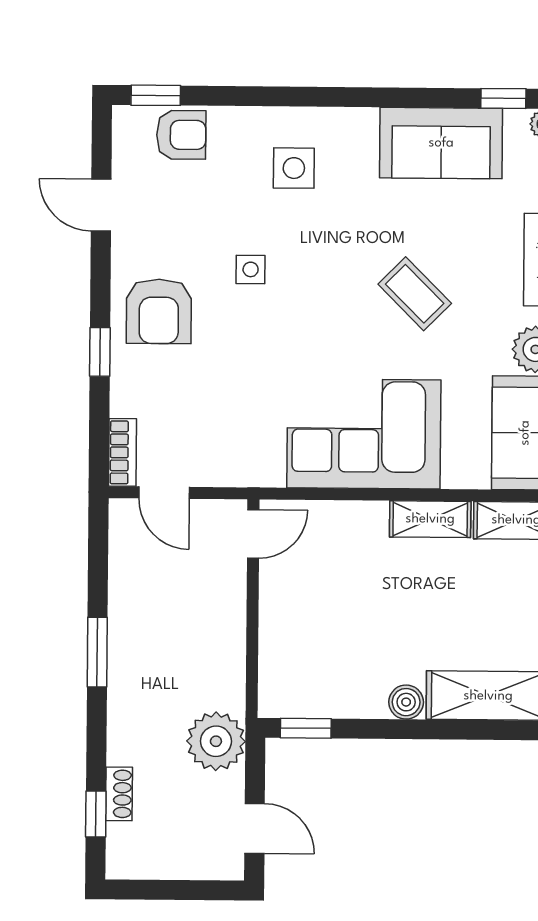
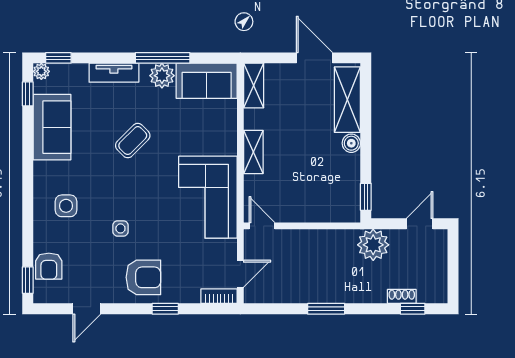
armchair: (181, 135) -> (49, 266), turned 180
corner sofa: (364, 434) -> (208, 197), moved
shelving: (430, 519) -> (253, 152), moved

